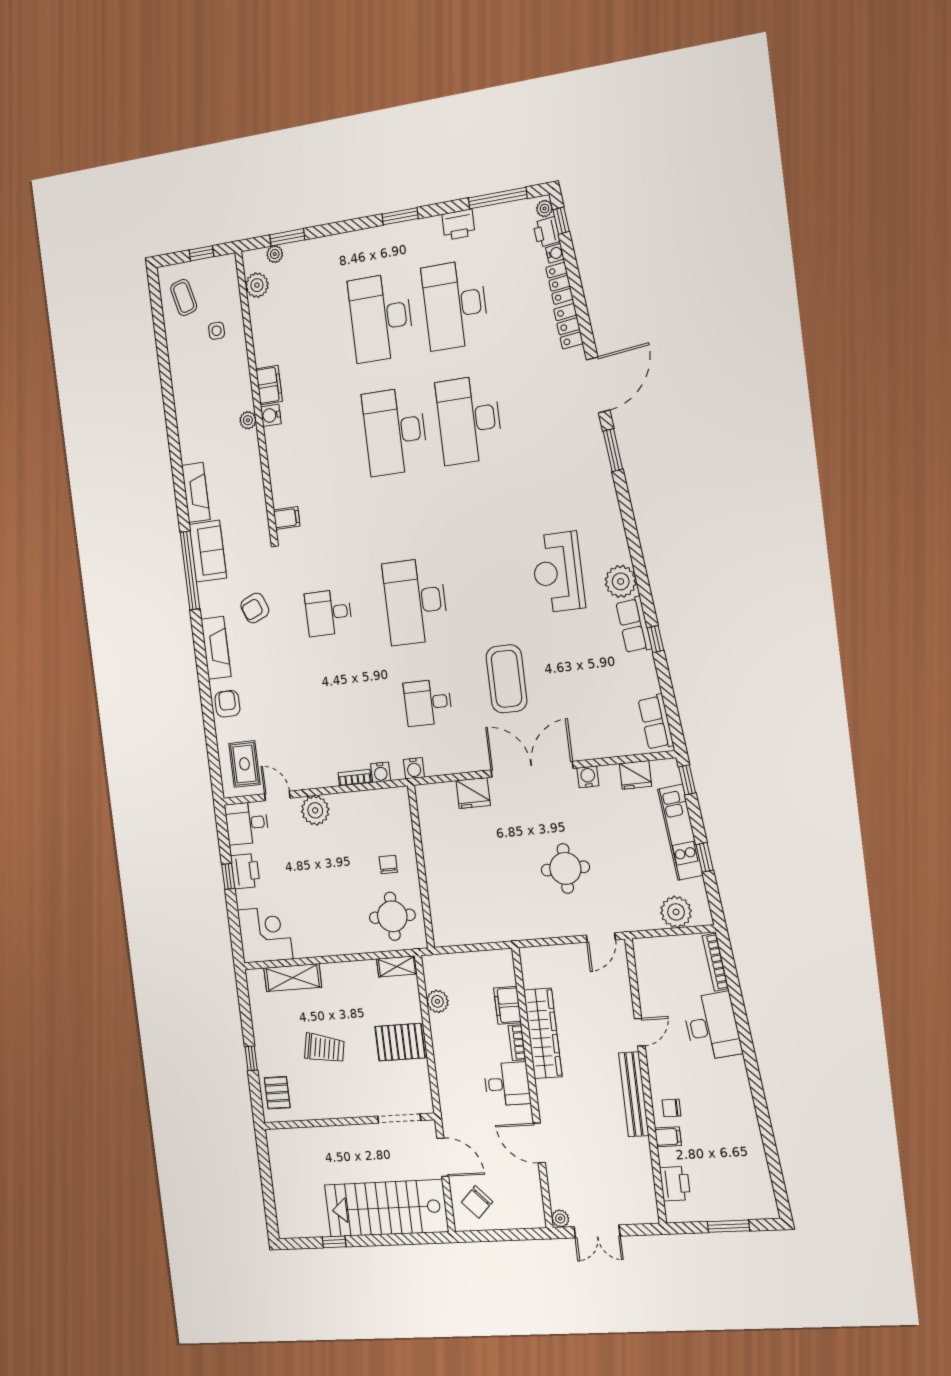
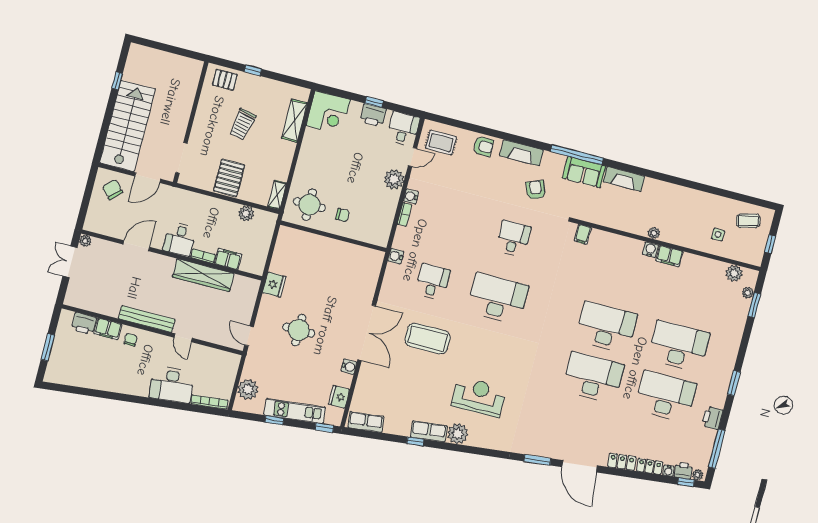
water cooler: (381, 772) -> (411, 196), moved
fridge: (473, 793) -> (274, 285), moved, turned 180
filing cabinet: (668, 1137) -> (108, 329), width x2.00

